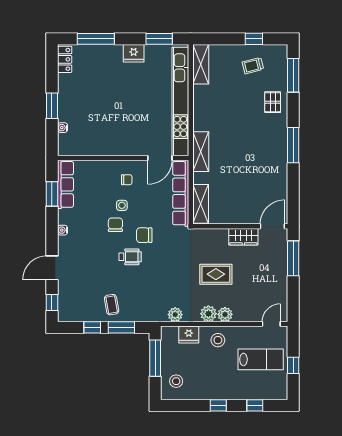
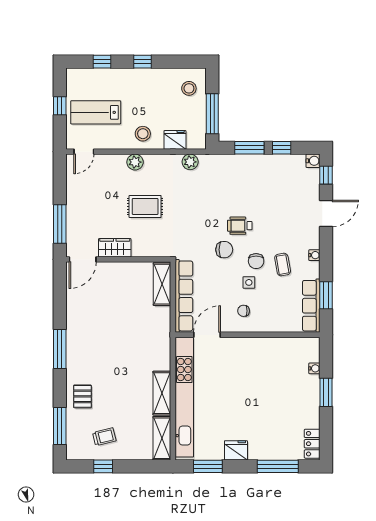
shelving: (201, 152) -> (162, 393), moved
coffee table: (112, 305) -> (283, 265), moved
plant: (208, 314) -> (153, 163), removed
water cooler: (64, 316) -> (313, 161), added

